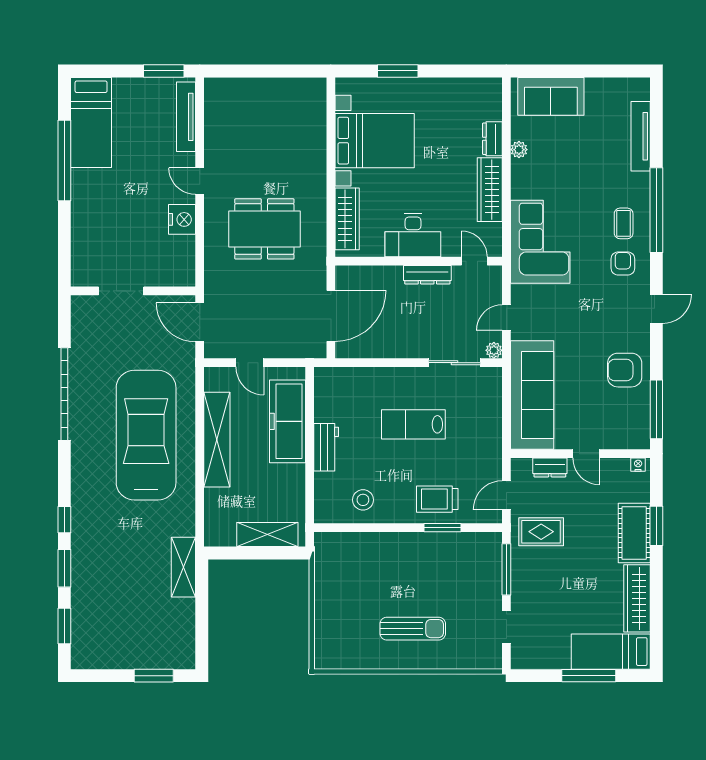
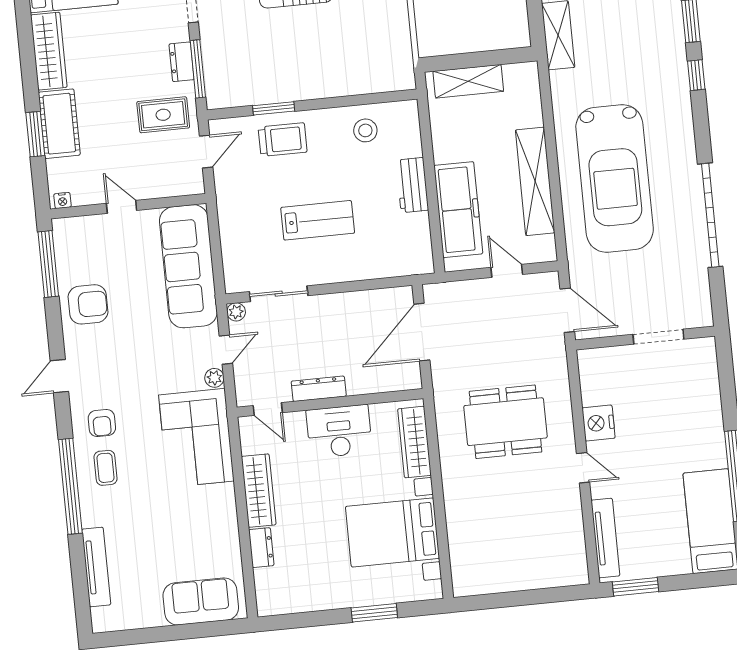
plant: (519, 150) -> (214, 378), moved
dresser: (550, 467) -> (182, 62), moved, turned -90

